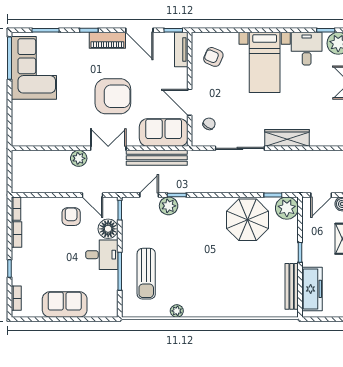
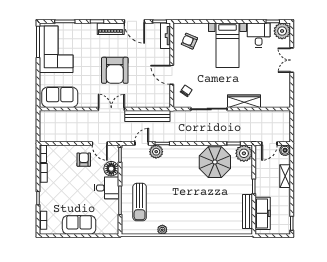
armchair: (113, 96) -> (115, 70), turned 90
sofa: (164, 133) -> (60, 97), moved
plant: (79, 158) -> (89, 116), removed

